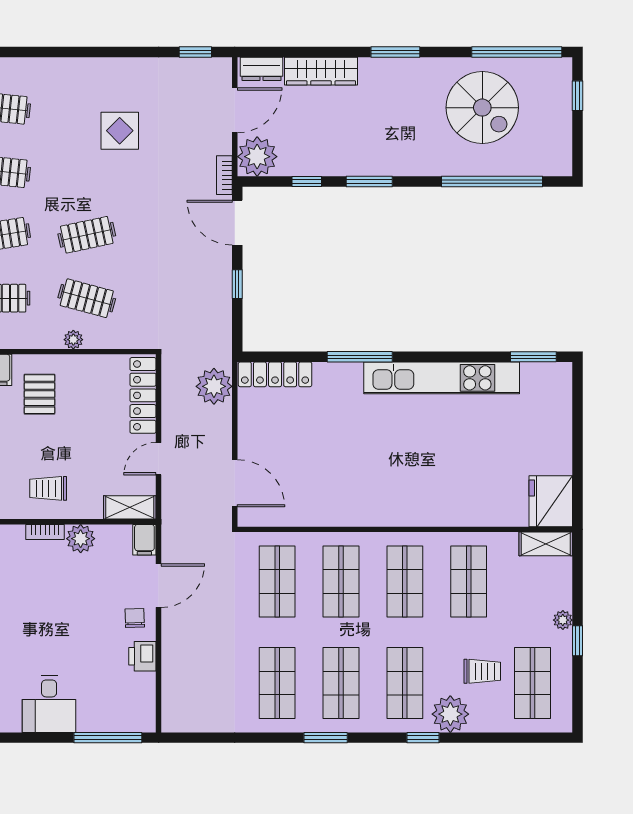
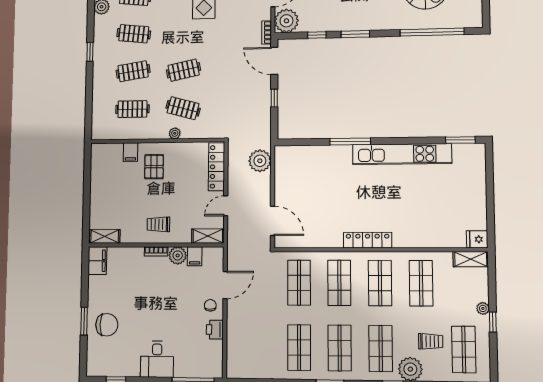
locker: (275, 374) -> (368, 240), moved, turned 180
fridge: (551, 501) -> (477, 239), width x0.53, depth x0.75
filing cabinet: (144, 540) -> (195, 256), moved

